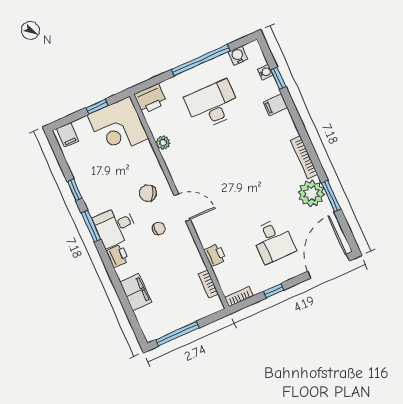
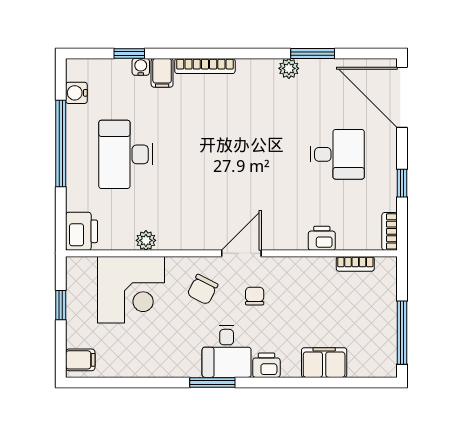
water cooler: (265, 72) -> (141, 67), moved
corner desk: (118, 127) -> (131, 290), moved
bookcase: (304, 157) -> (205, 66), moved
window: (75, 190) -> (156, 382), removed
plant: (311, 193) -> (289, 68), width x0.53, depth x0.53

